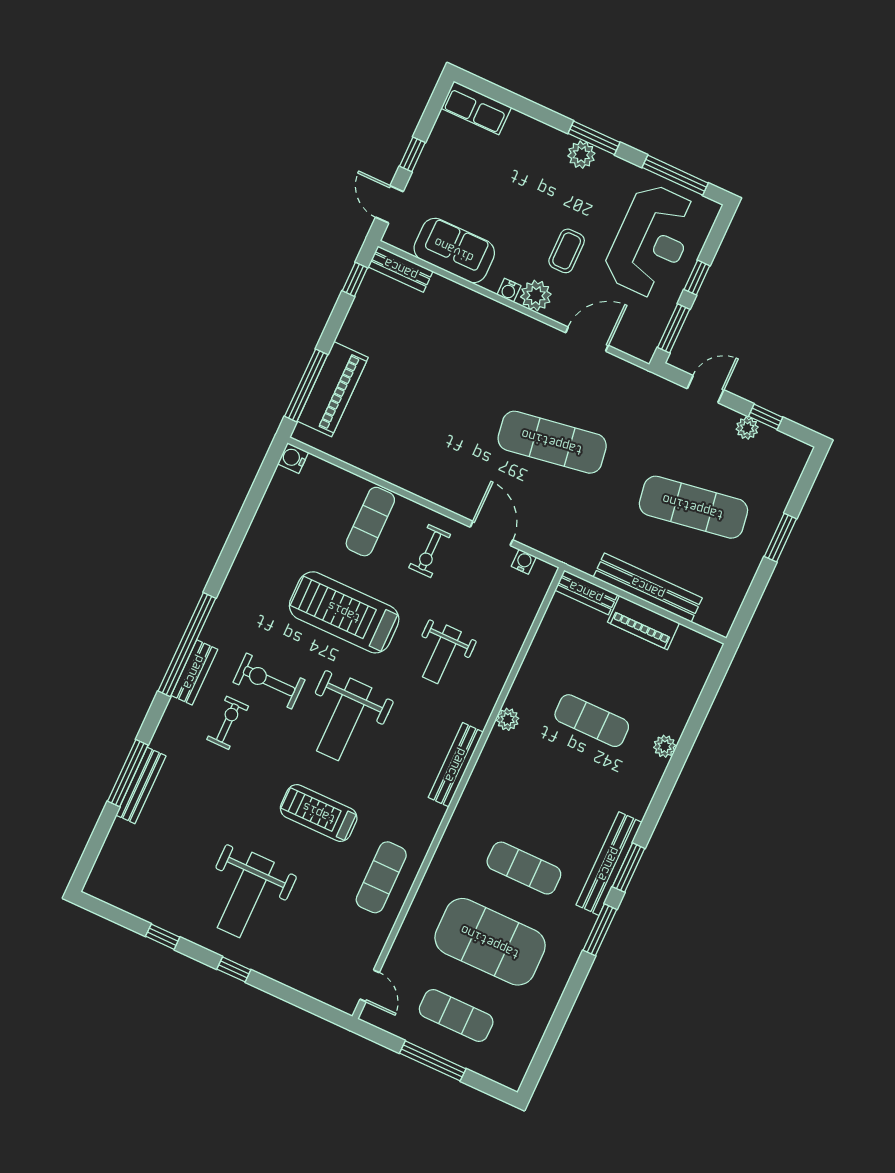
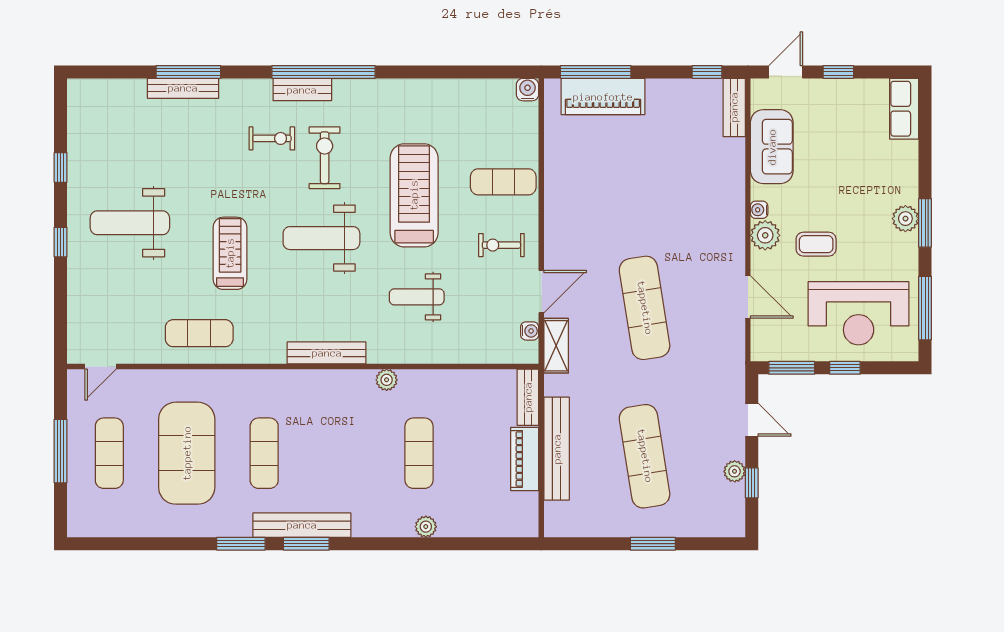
shelving: (549, 543) -> (556, 346), added

